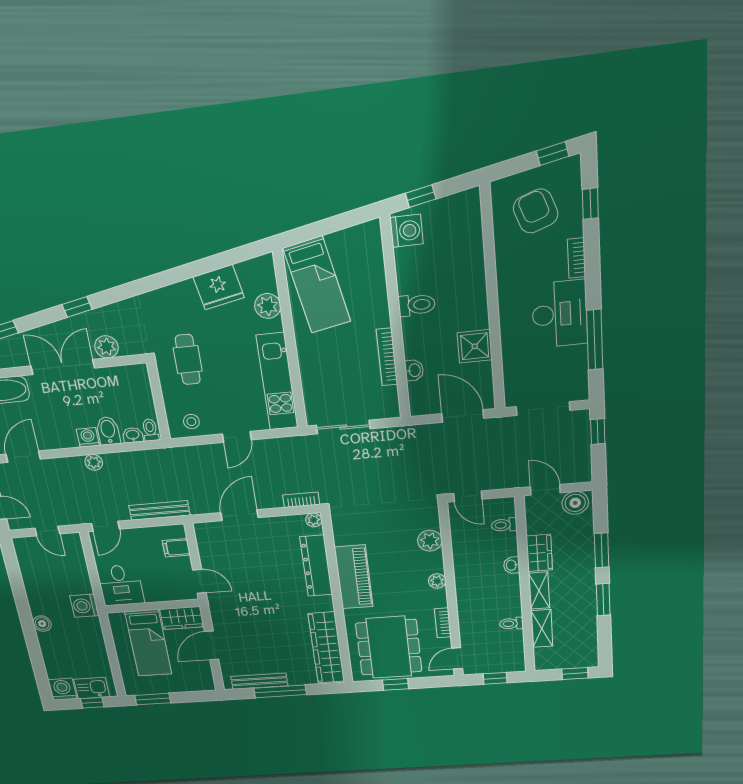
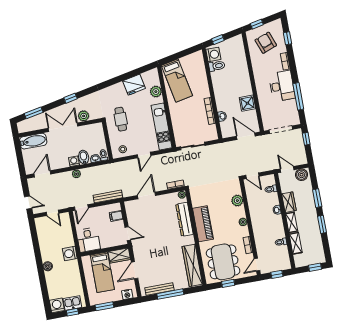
window: (553, 154) -> (257, 24), moved
toilet: (417, 305) -> (217, 66), moved
nightstand: (197, 684) -> (127, 294), added

